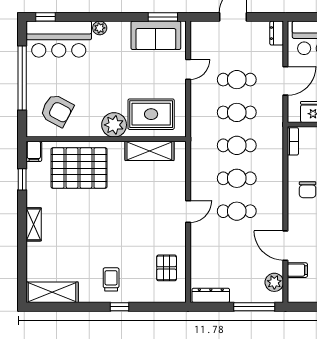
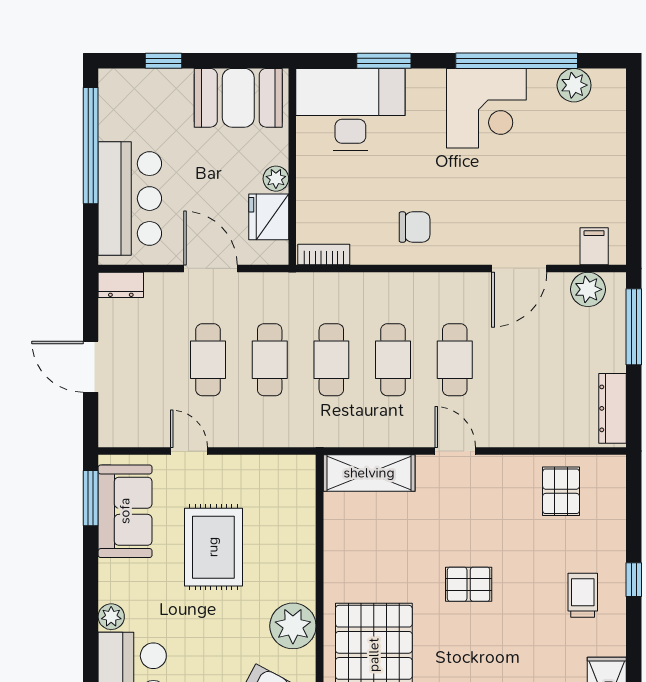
rug: (151, 114) -> (213, 547), moved
plant: (114, 125) -> (293, 626), moved
shelving: (149, 151) -> (369, 473), moved, turned 90
pallet: (117, 219) -> (469, 584), added
pallet: (167, 268) -> (561, 491), turned 90
filing cabinet: (297, 270) -> (594, 246), moved
trolley: (111, 279) -> (583, 595), turned 90

